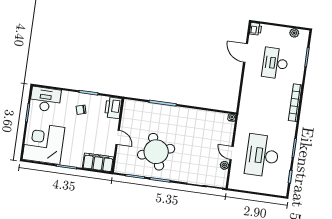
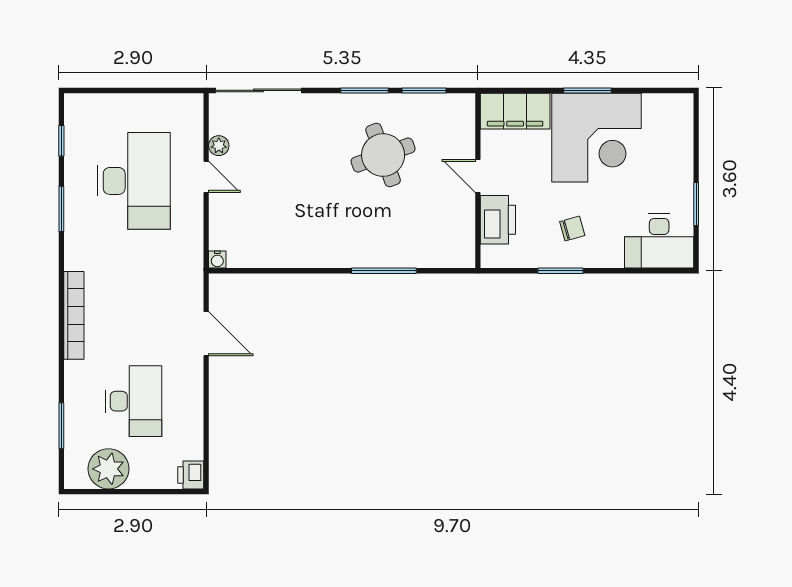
plant: (294, 33) -> (109, 469), width x1.88, depth x1.88
door: (246, 53) -> (206, 334), moved
printer: (113, 108) -> (498, 220), moved
corner desk: (44, 143) -> (596, 138), moved
round table: (156, 152) -> (383, 155), width x0.73, depth x0.73

